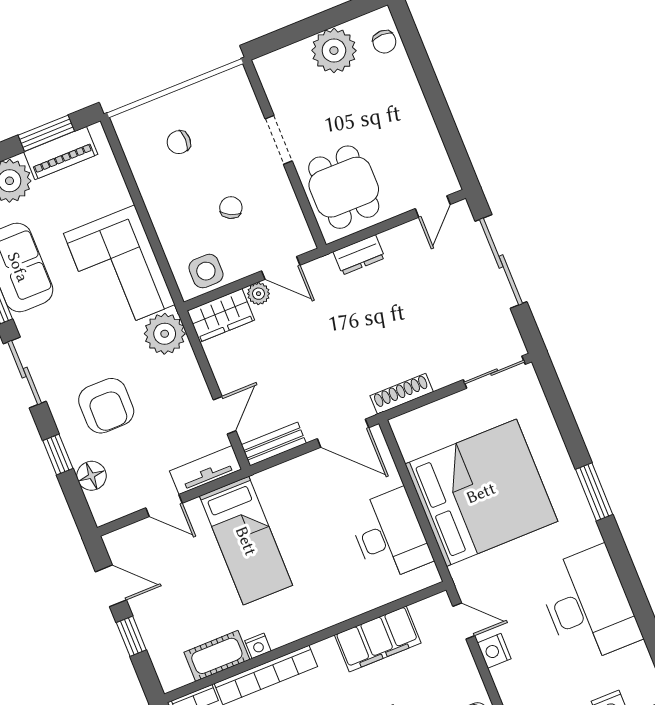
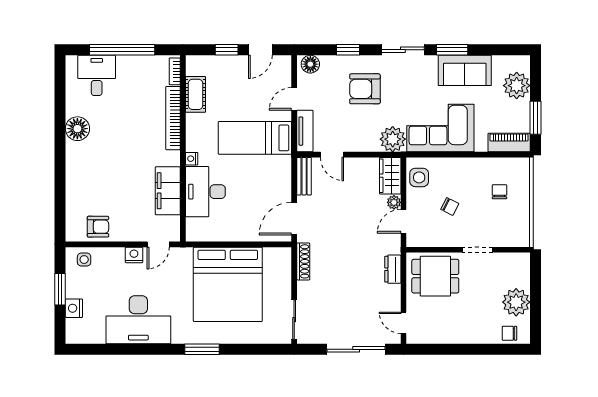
piano: (61, 153) -> (509, 143), moved, turned 90
floor lamp: (92, 476) -> (310, 64), moved
desk: (390, 535) -> (205, 192), moved, turned 90
nightstand: (258, 646) -> (192, 159), moved

